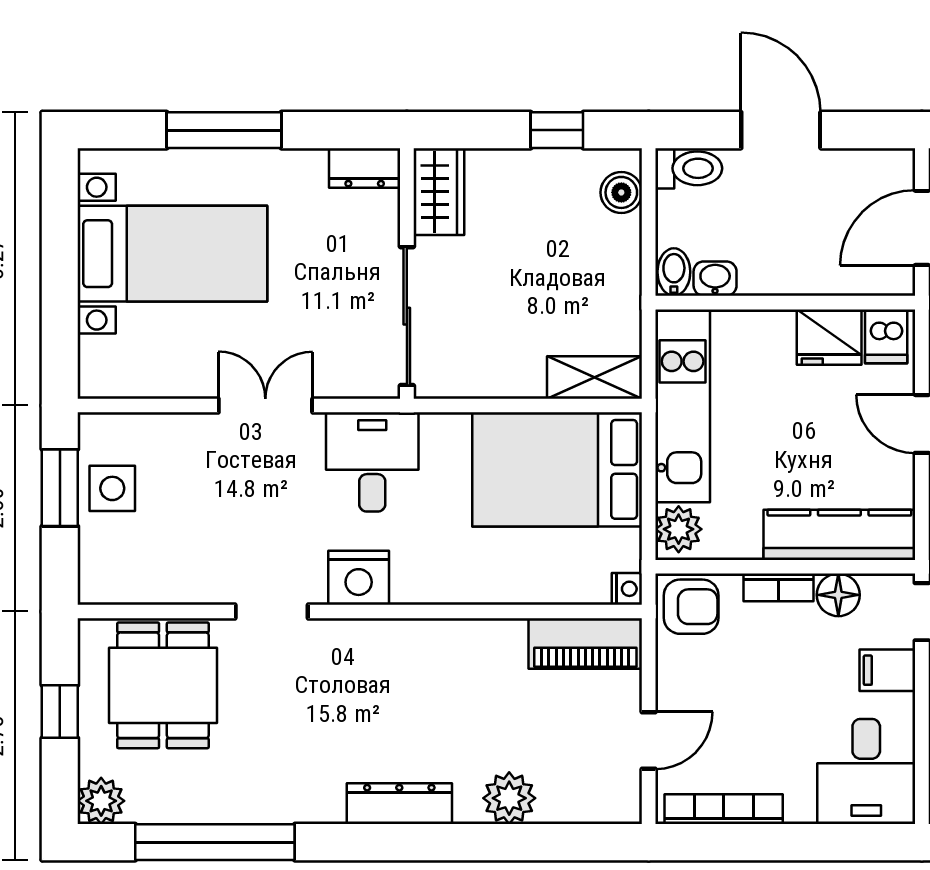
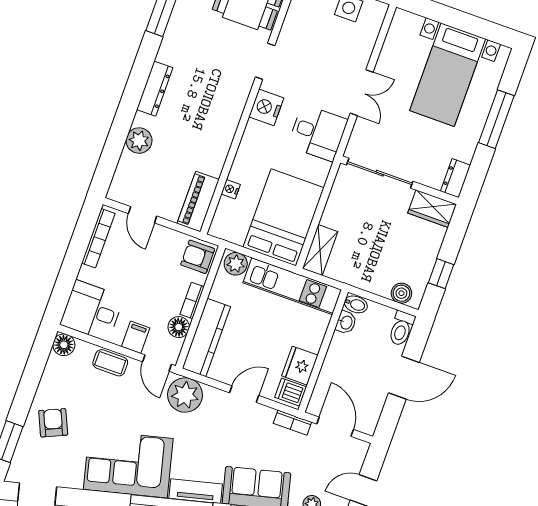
nightstand: (627, 589) -> (231, 189), moved, turned 90
armchair: (691, 607) -> (198, 257), turned 90

